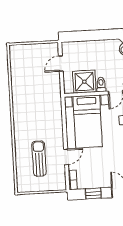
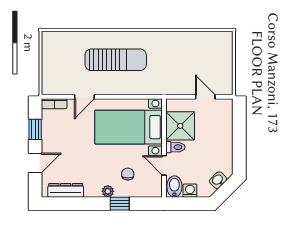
door: (66, 157) -> (84, 97), hinge flipped
sun lounger: (39, 159) -> (116, 60), moved, width x1.36, depth x1.34

